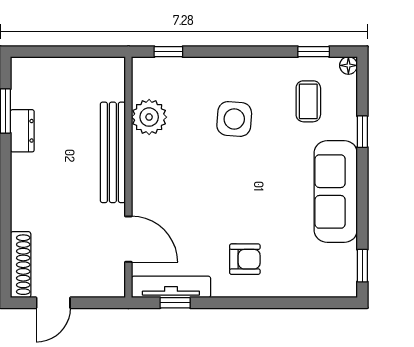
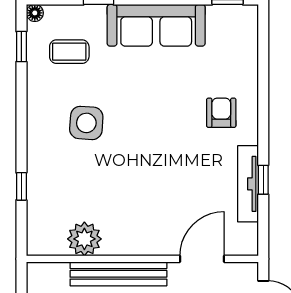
plant: (149, 117) -> (84, 239), moved
bench: (113, 152) -> (118, 274), moved
wall: (128, 177) -> (142, 259), moved
door: (128, 239) -> (202, 259), moved

